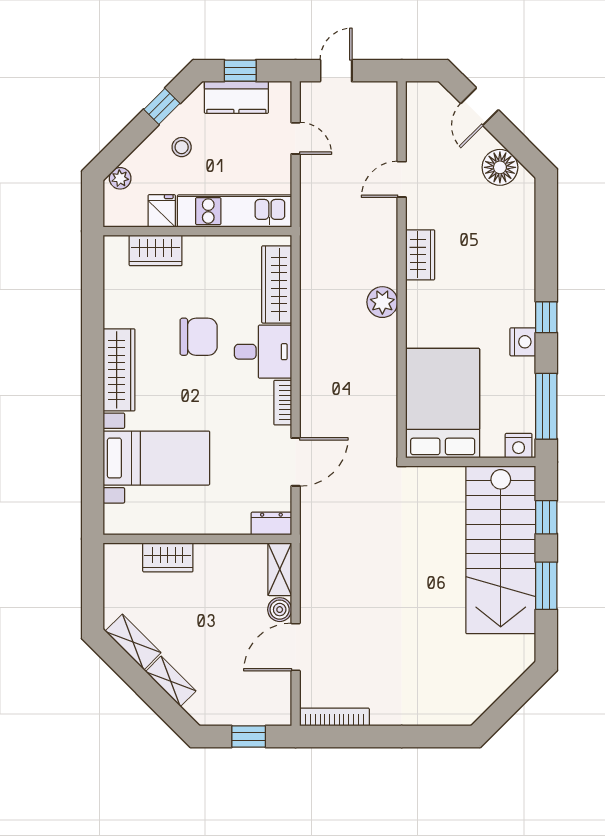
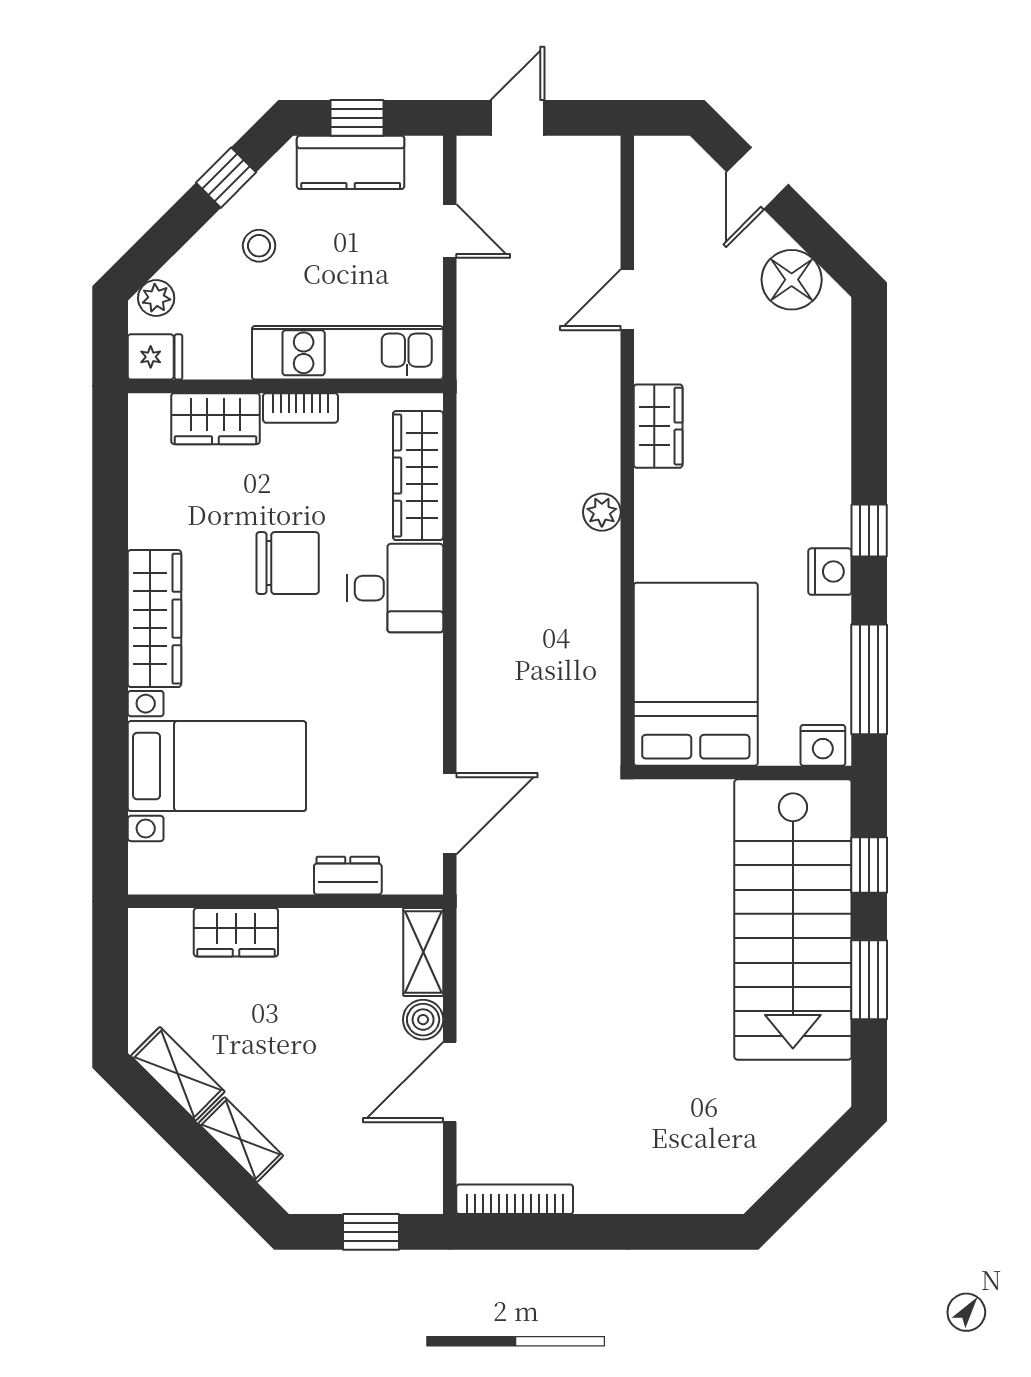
fridge: (162, 211) -> (155, 357), moved, turned 90
plant: (382, 302) -> (602, 512), width x0.73, depth x0.73
bookcase: (283, 403) -> (300, 408), moved, turned -90
door: (296, 462) -> (450, 814), moved
dresser: (271, 524) -> (348, 876), moved

